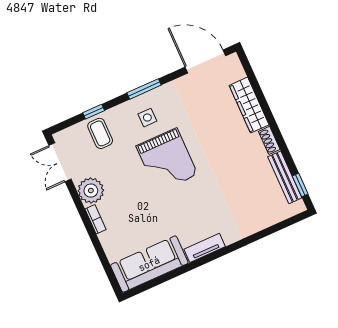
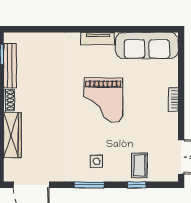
grand piano: (167, 160) -> (103, 100), moved, turned 180
plant: (91, 191) -> (167, 124), removed

